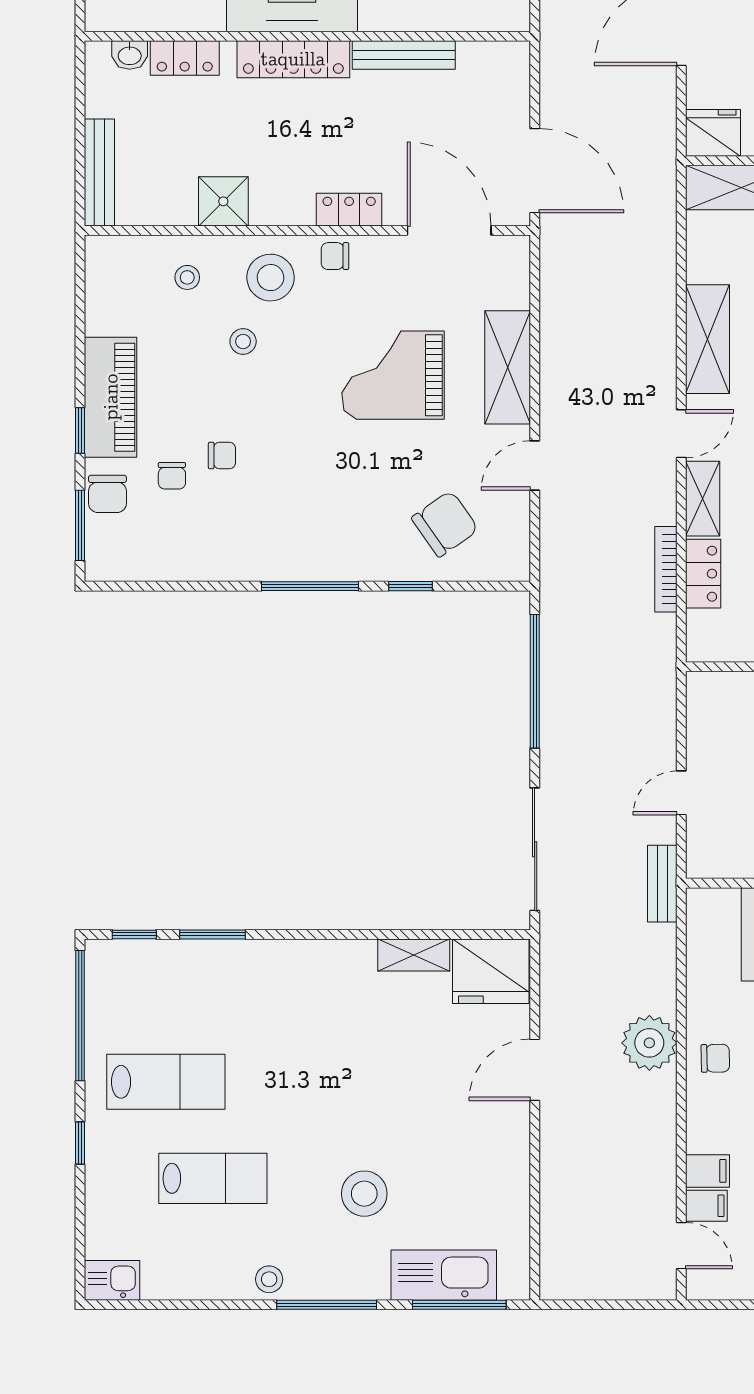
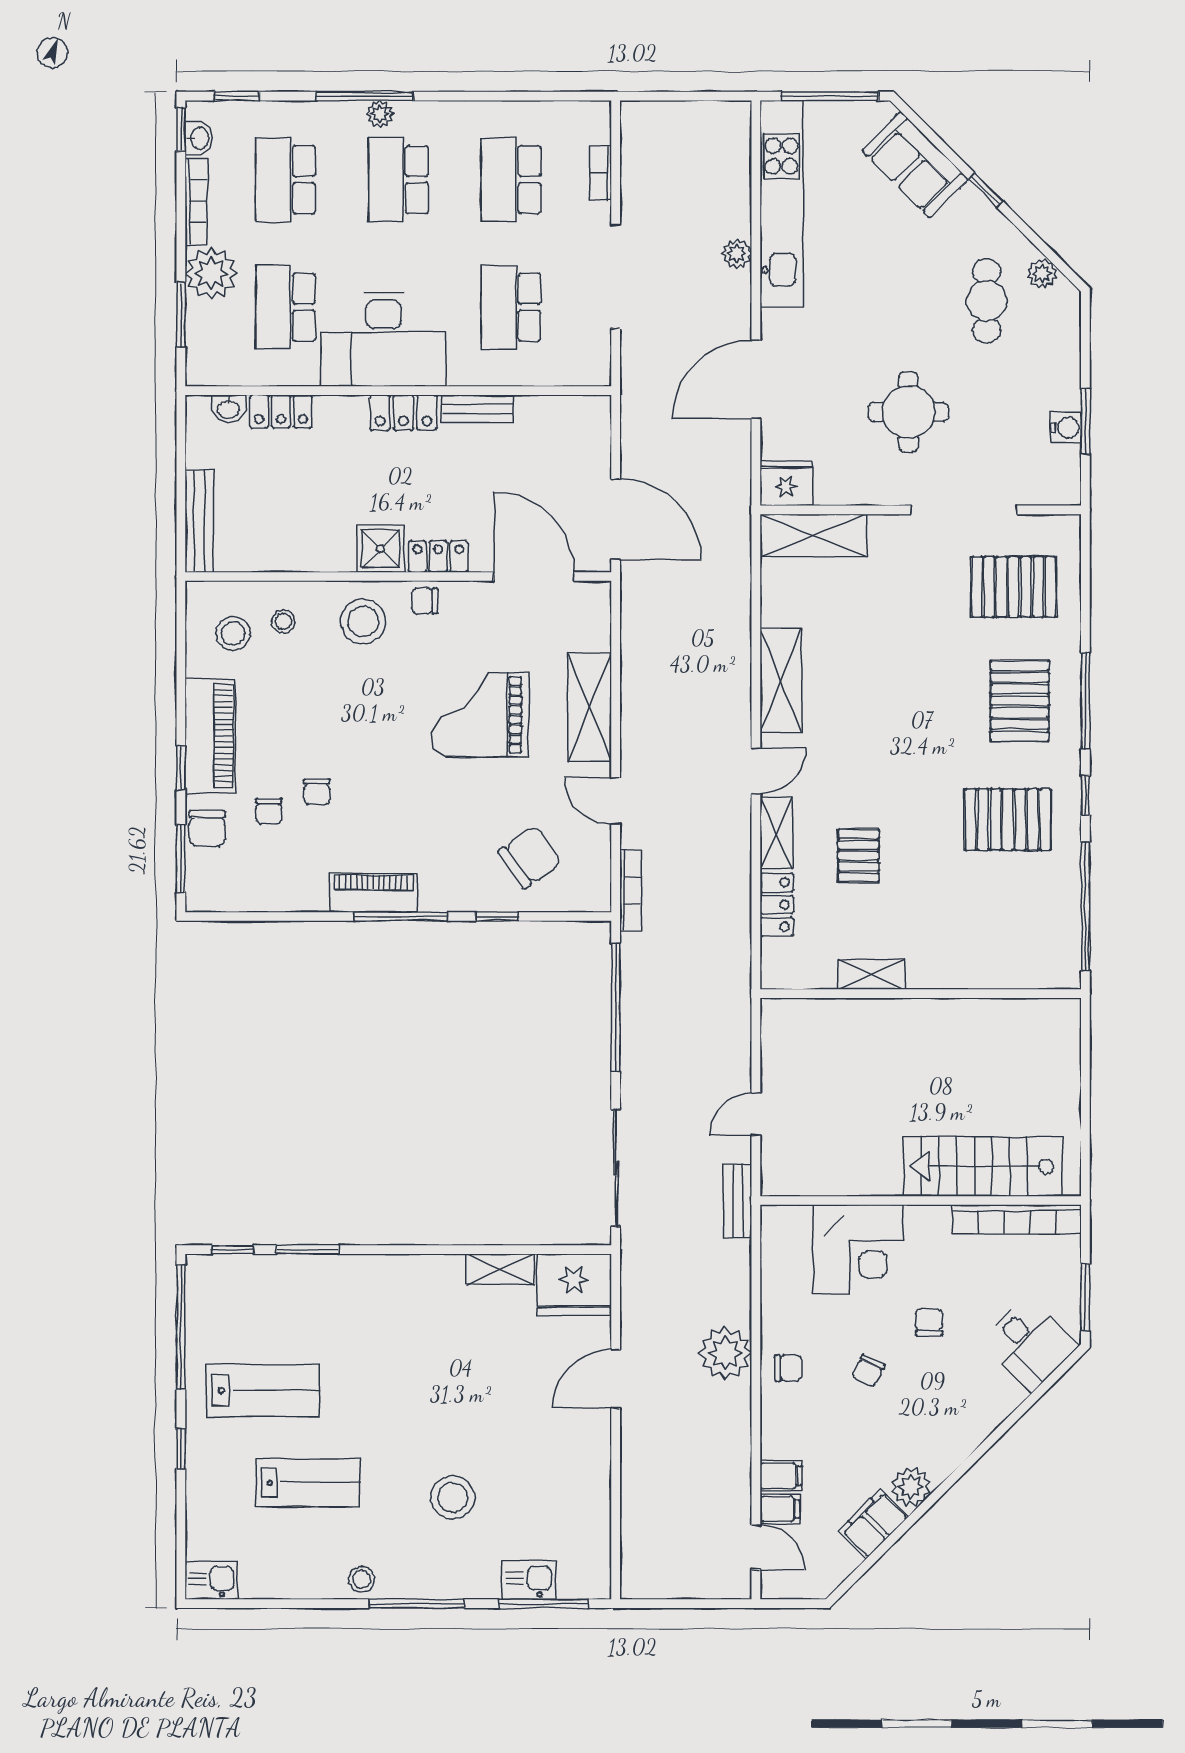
bench: (404, 55) -> (477, 409), width x0.73
locker: (293, 59) -> (403, 413), width x0.66
shower: (223, 201) -> (381, 549), moved
stool: (243, 341) -> (233, 633), moved, width x1.37, depth x1.37
chair: (222, 456) -> (317, 792), turned 90
door: (535, 465) -> (616, 801), hinge flipped
piano: (281, 561) -> (374, 893), added
bookcase: (666, 569) -> (630, 890), moved, turned 180
kitchen sink: (444, 1275) -> (529, 1580), width x0.53, depth x0.81

